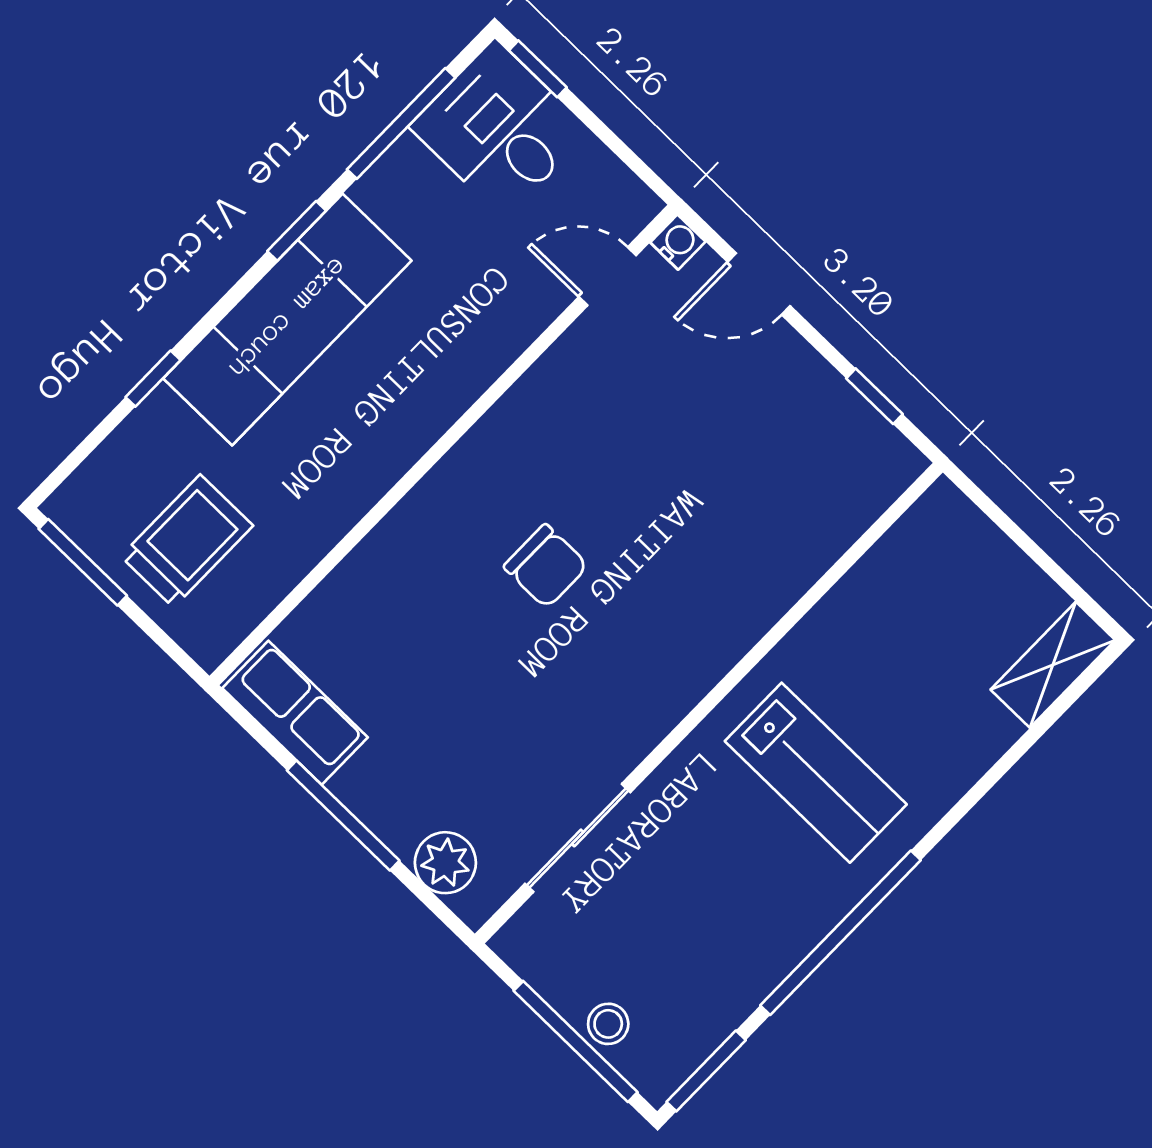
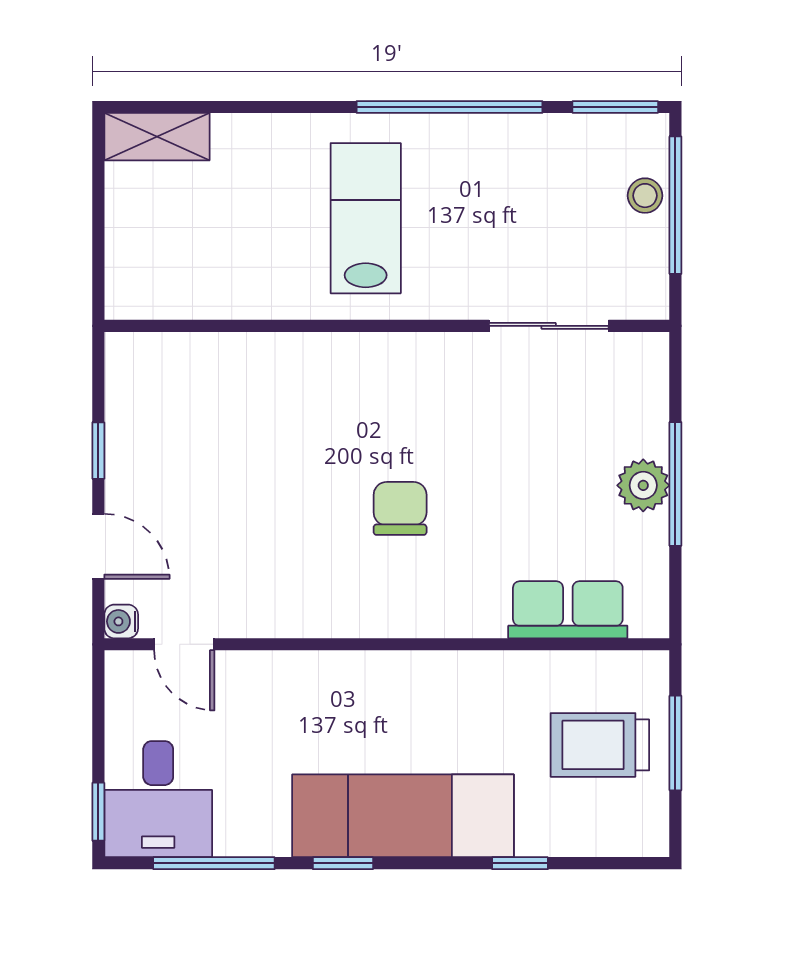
window: (874, 396) -> (98, 451), moved
window: (83, 562) -> (675, 743), moved
row of seats: (295, 713) -> (568, 610), moved, turned 90
plant: (445, 863) -> (643, 485), moved

